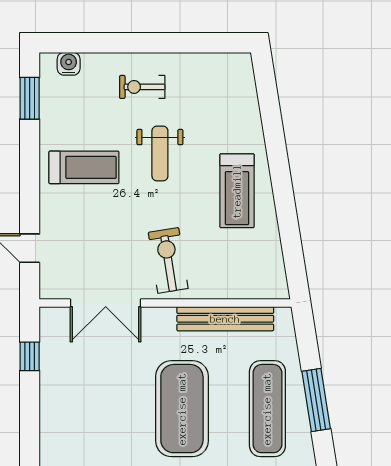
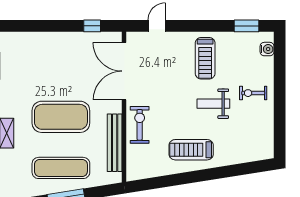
exercise bike: (142, 87) -> (253, 93), turned -90
exercise bike: (168, 260) -> (140, 125), moved, turned -81
double door: (106, 303) -> (124, 71), width x1.36

